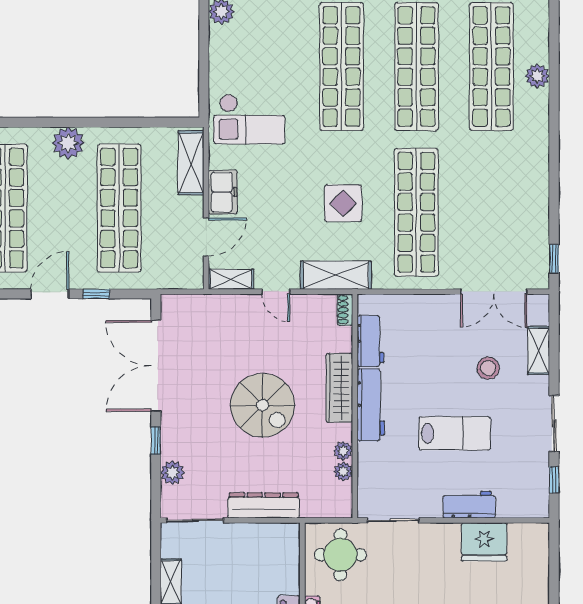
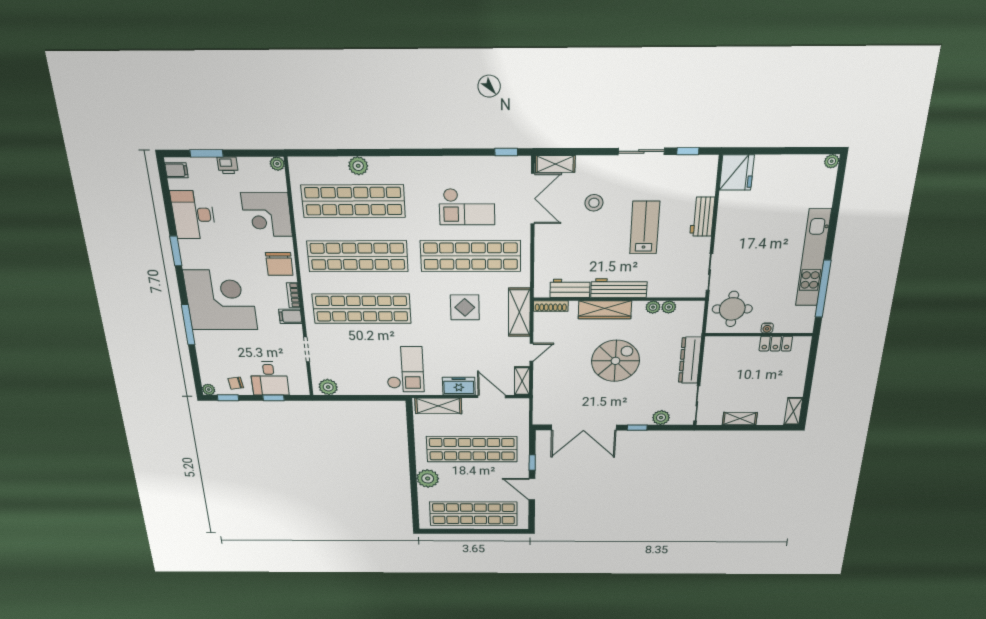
checkout: (483, 209) -> (467, 207), added
shoe rack: (345, 310) -> (551, 306), width x1.43
shelving: (539, 351) -> (555, 164), moved
fridge: (484, 542) -> (737, 172), moved

